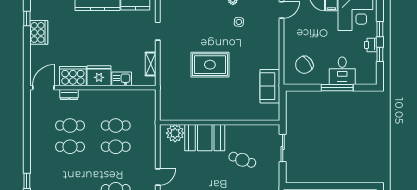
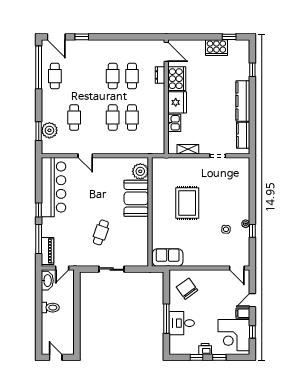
wall: (220, 123) -> (150, 212), moved
plant: (175, 133) -> (140, 171), moved
booth: (205, 138) -> (136, 198), moved

